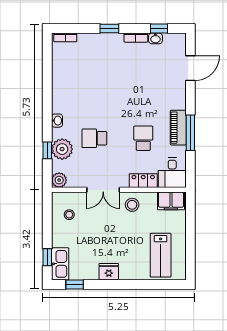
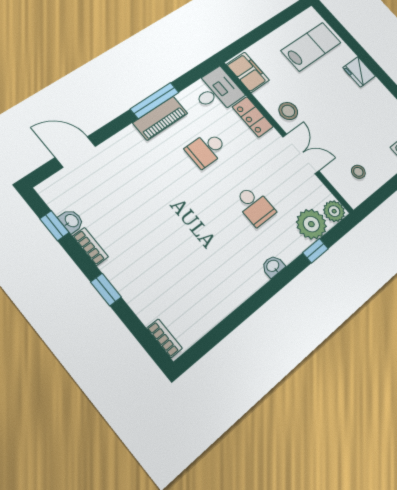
plant: (62, 149) -> (311, 224), moved
fridge: (109, 272) -> (359, 72), moved

